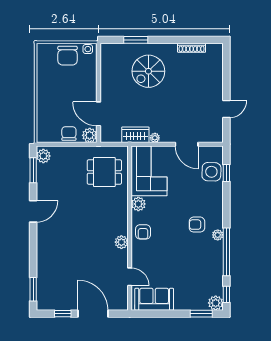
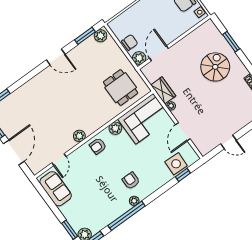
spiral stairs: (148, 71) -> (215, 67), turned 90

